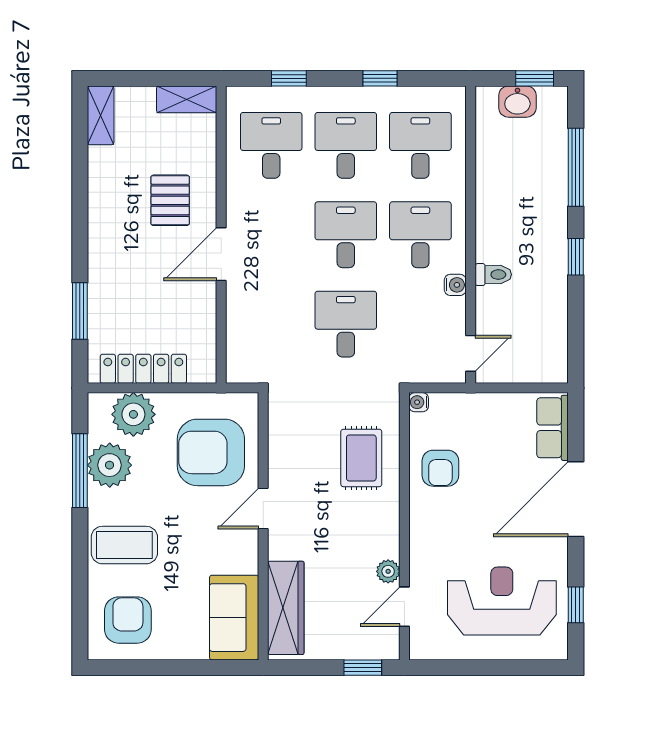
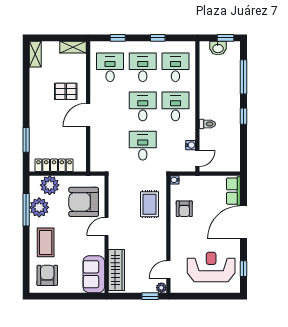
pallet: (170, 200) -> (66, 91), turned 90
water cooler: (455, 285) -> (191, 145), moved
coffee table: (124, 545) -> (46, 242), turned 90
plant: (388, 571) -> (161, 288), moved

